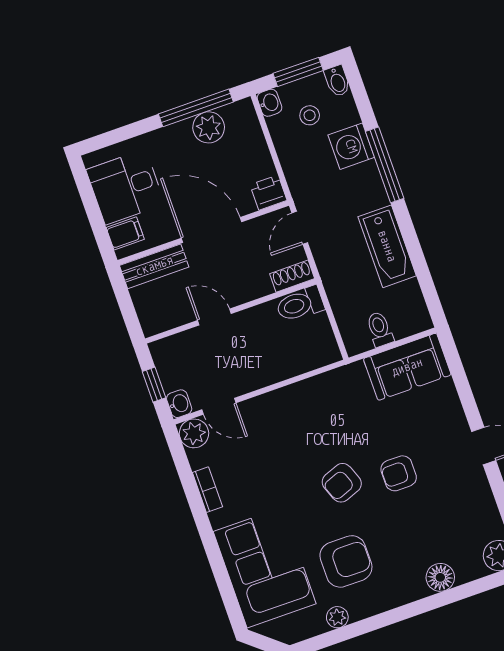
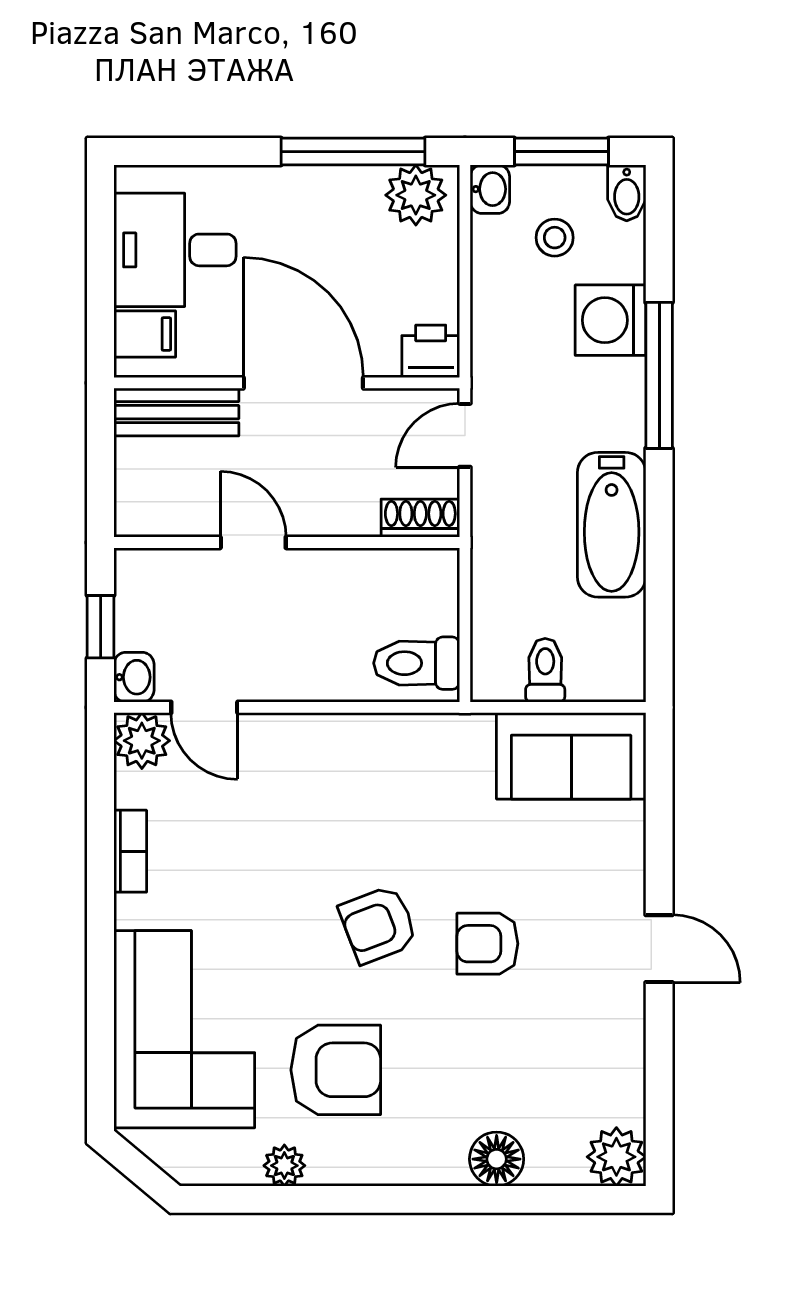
plant: (209, 127) -> (416, 195), moved
toilet: (300, 304) -> (417, 663), moved

